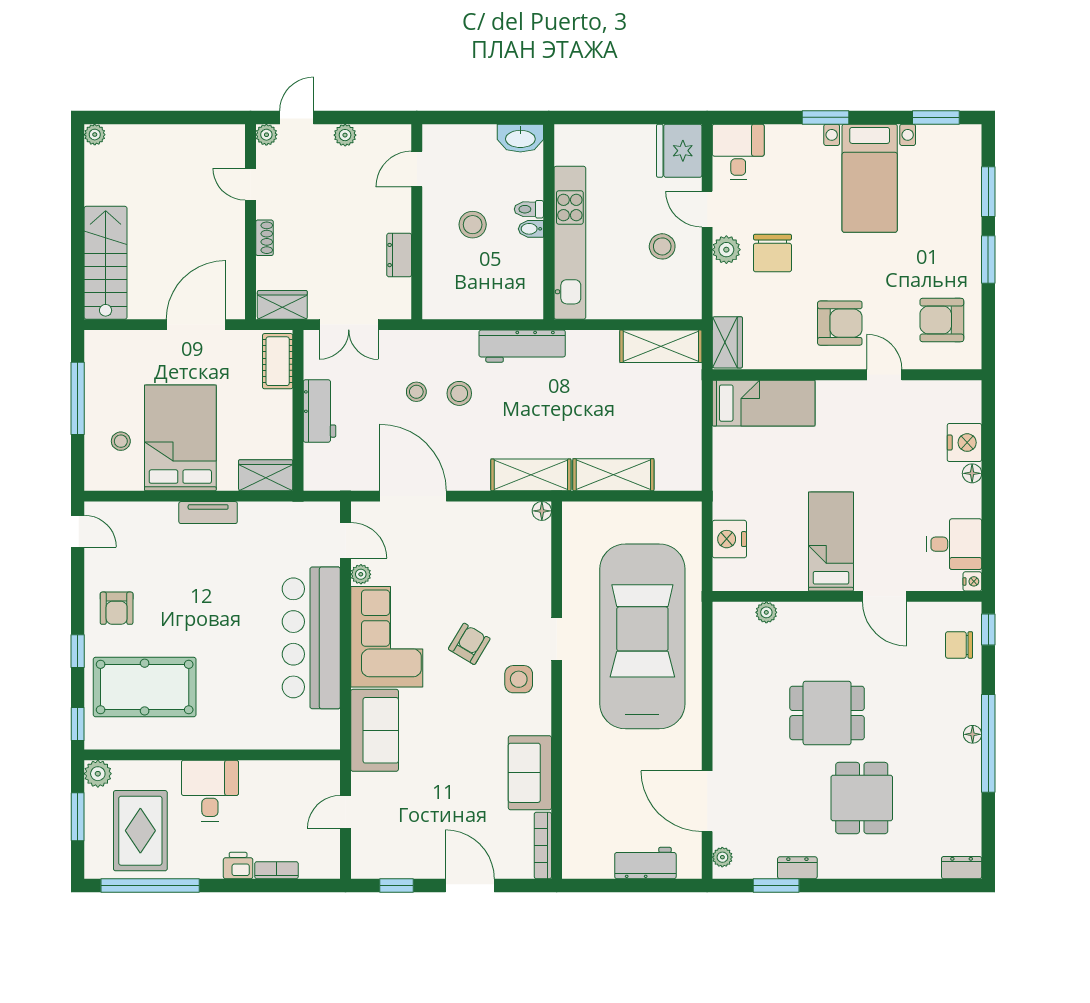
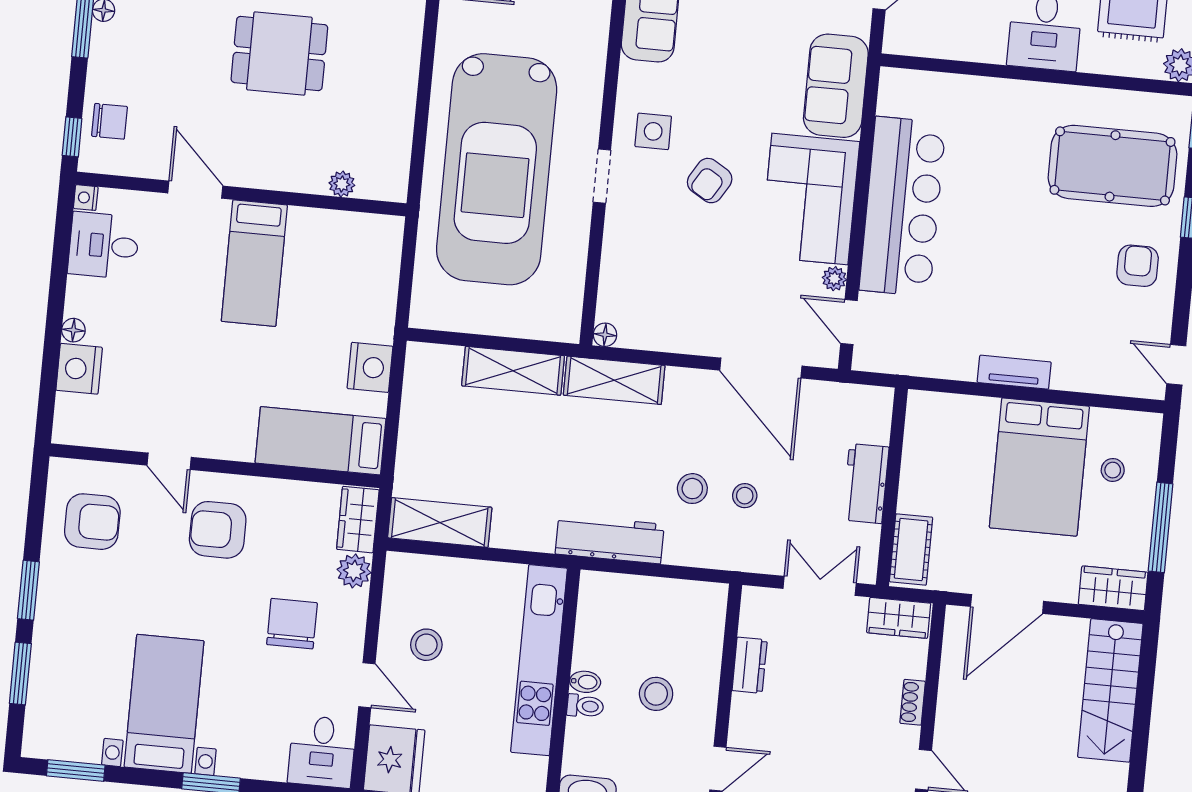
plant: (726, 250) -> (354, 571), moved
wardrobe: (266, 475) -> (1113, 588), moved, turned 180
nightstand: (729, 539) -> (370, 367), moved

